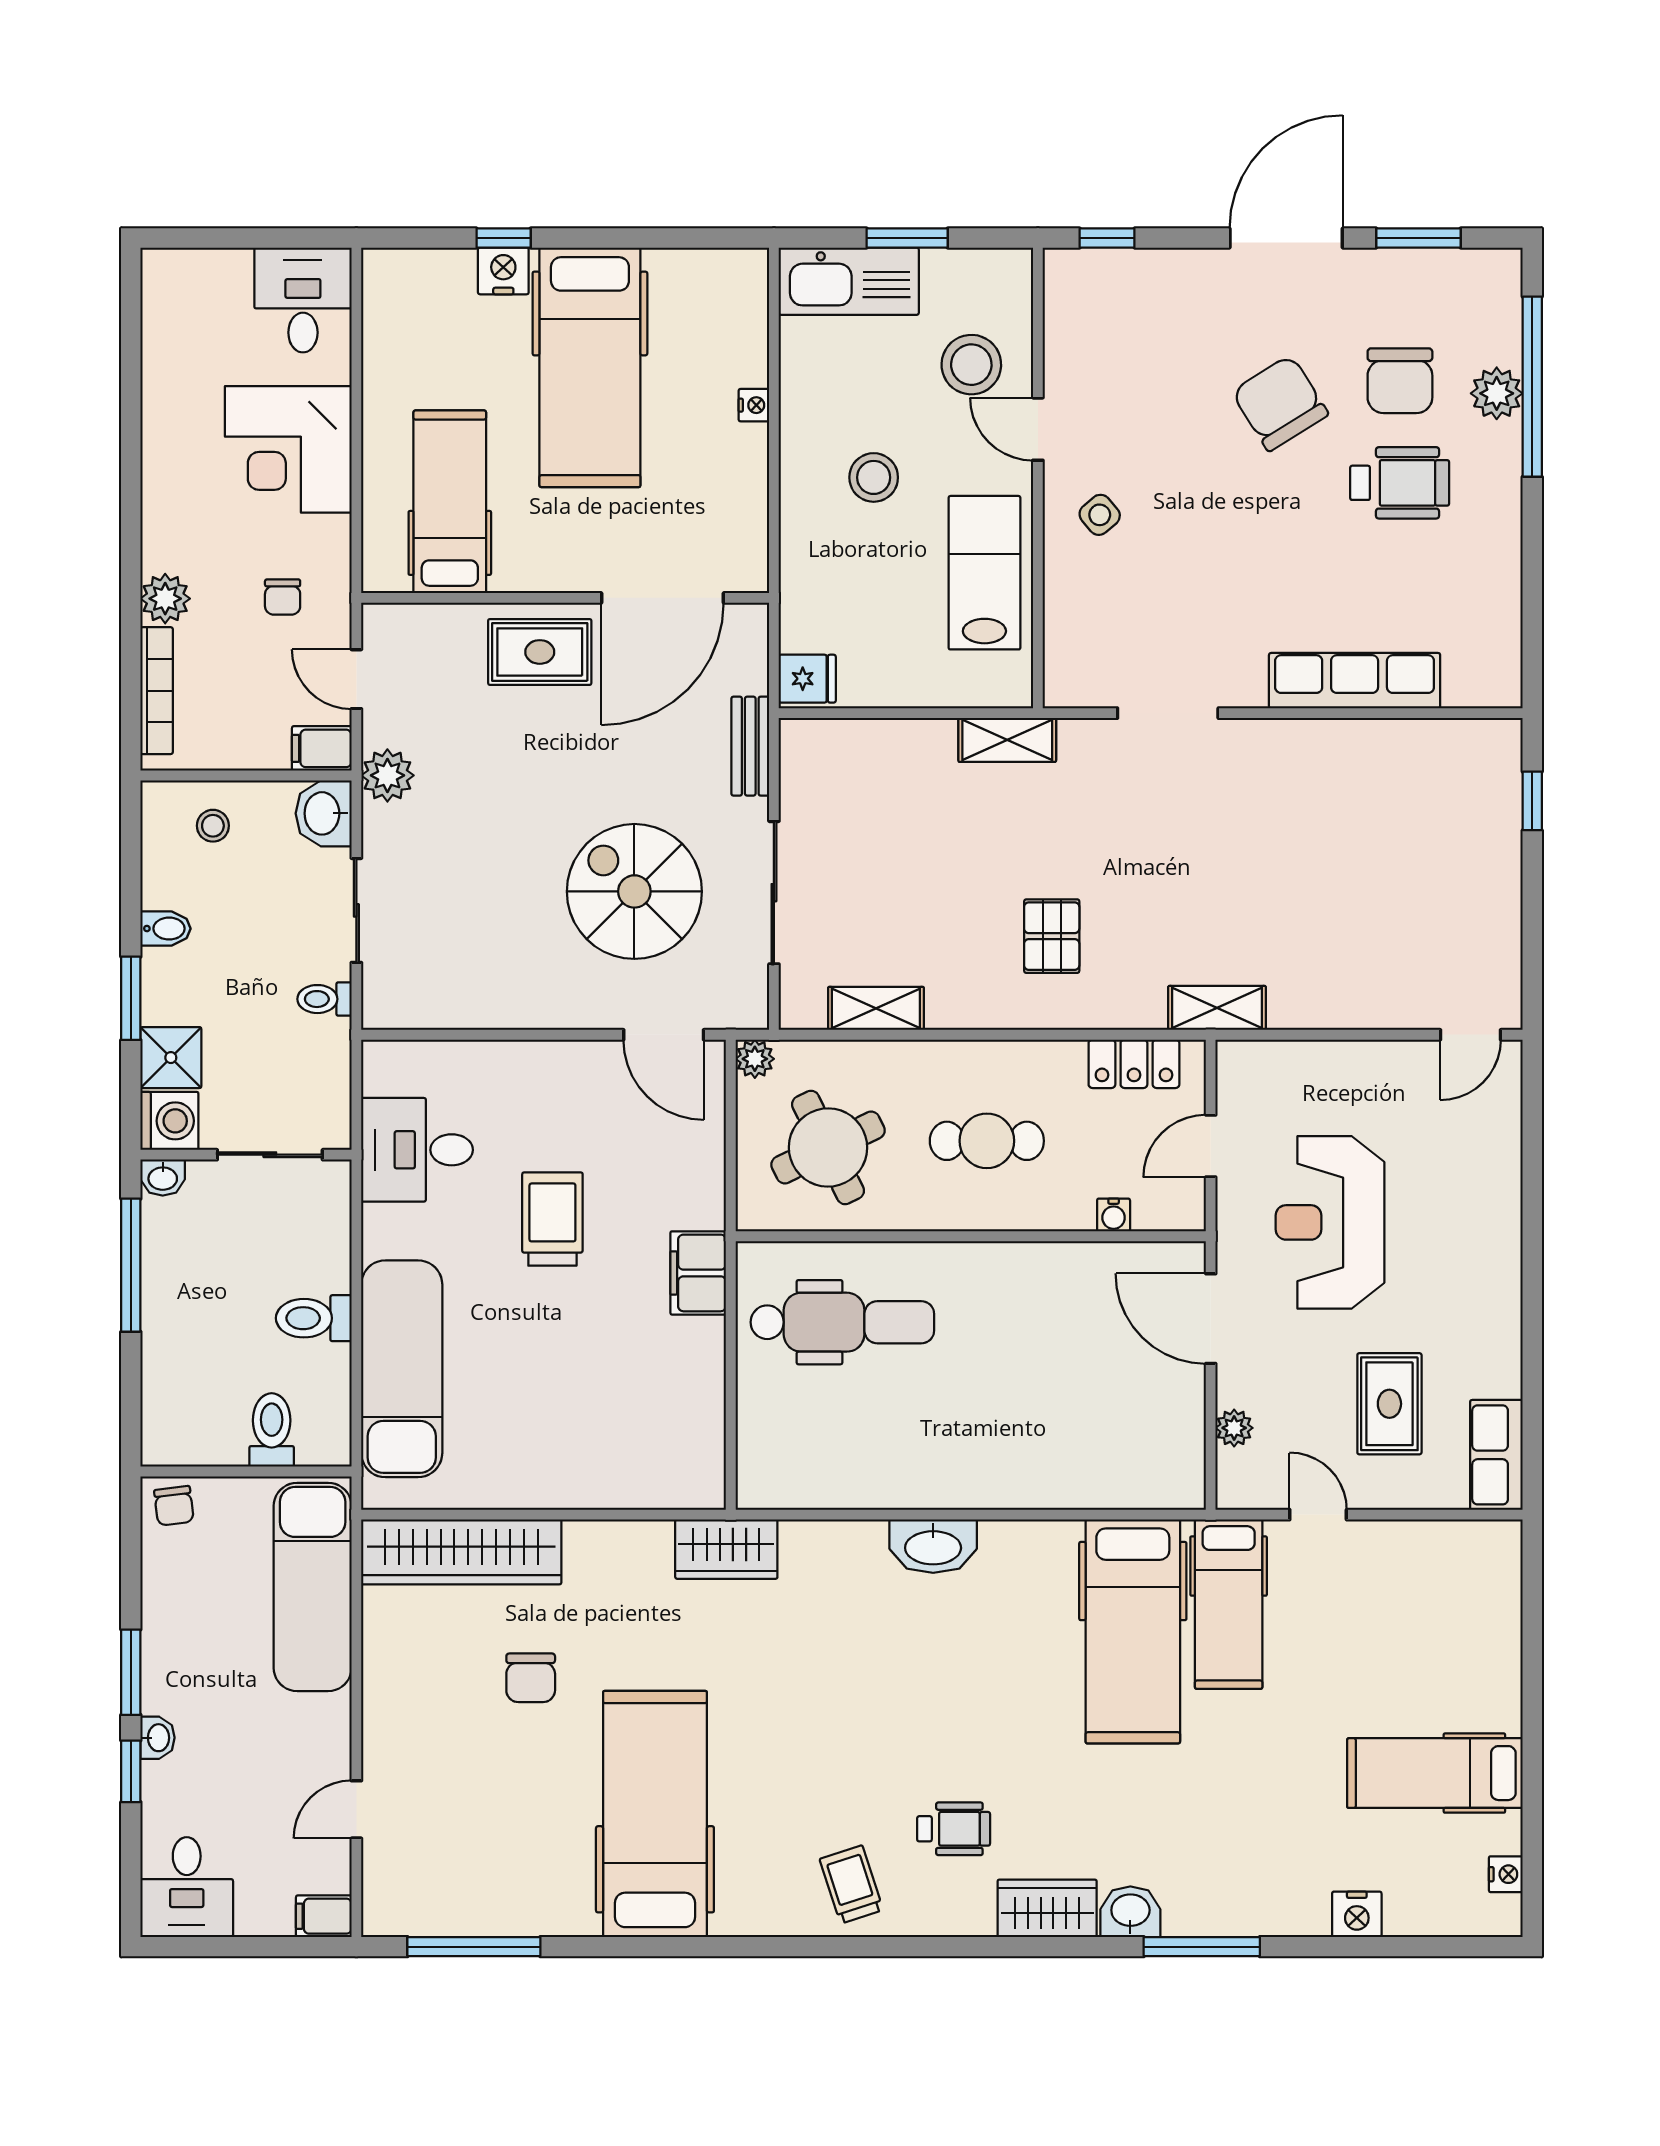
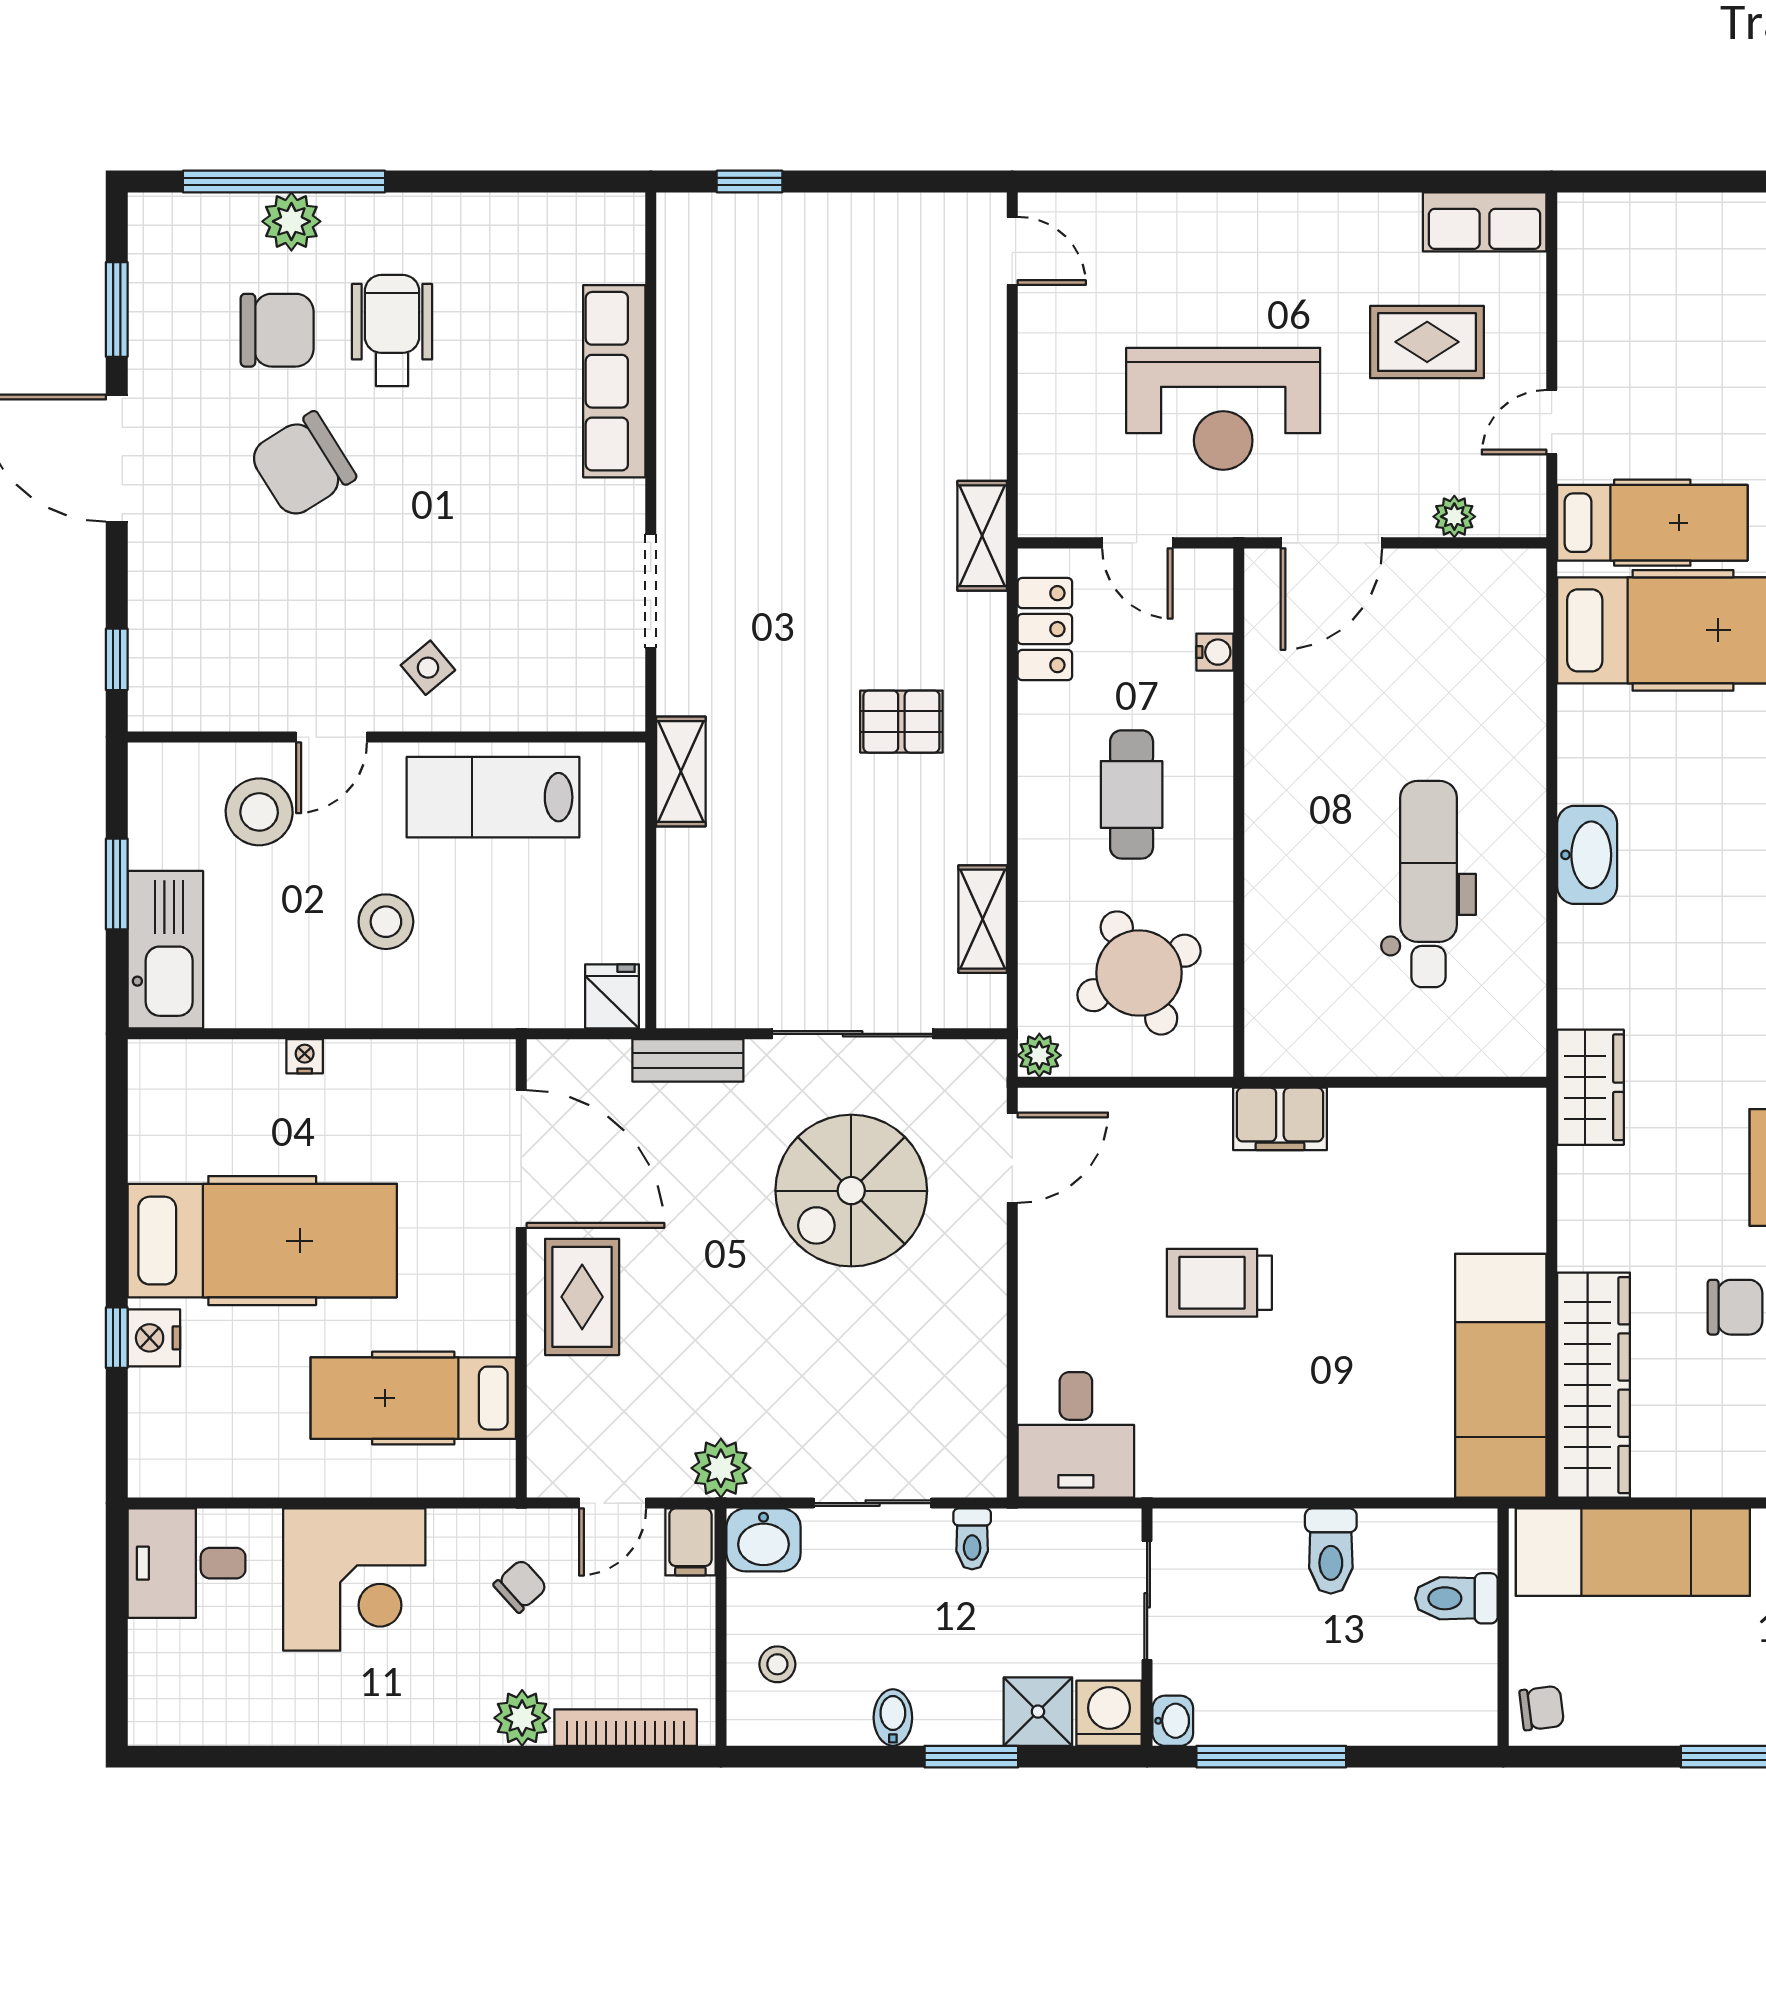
chair: (283, 597) -> (520, 1586), turned -42
desk: (417, 1150) -> (1076, 1435), moved
dental chair: (842, 1322) -> (1428, 884), moved
exam couch: (402, 1369) -> (1501, 1376), moved, turned -90

